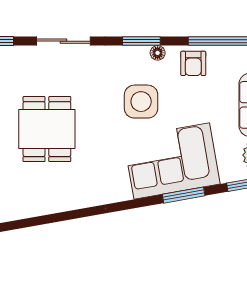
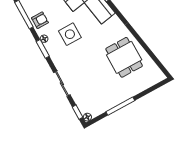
dining table: (47, 129) -> (124, 57), moved, turned 90

